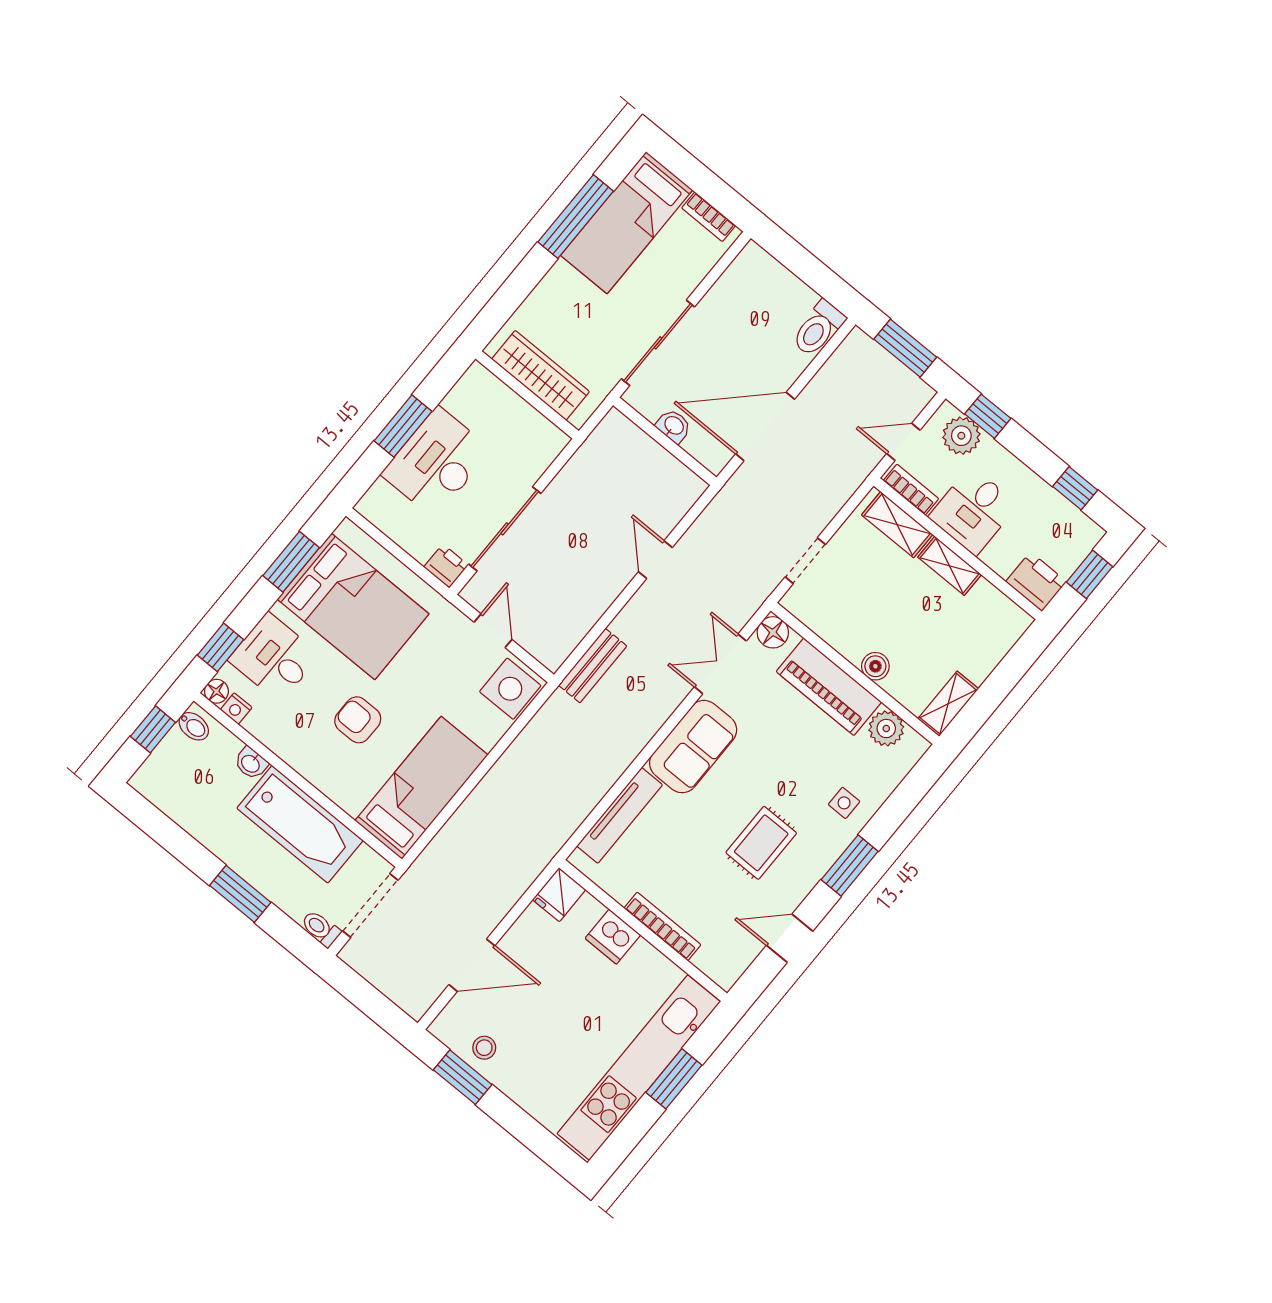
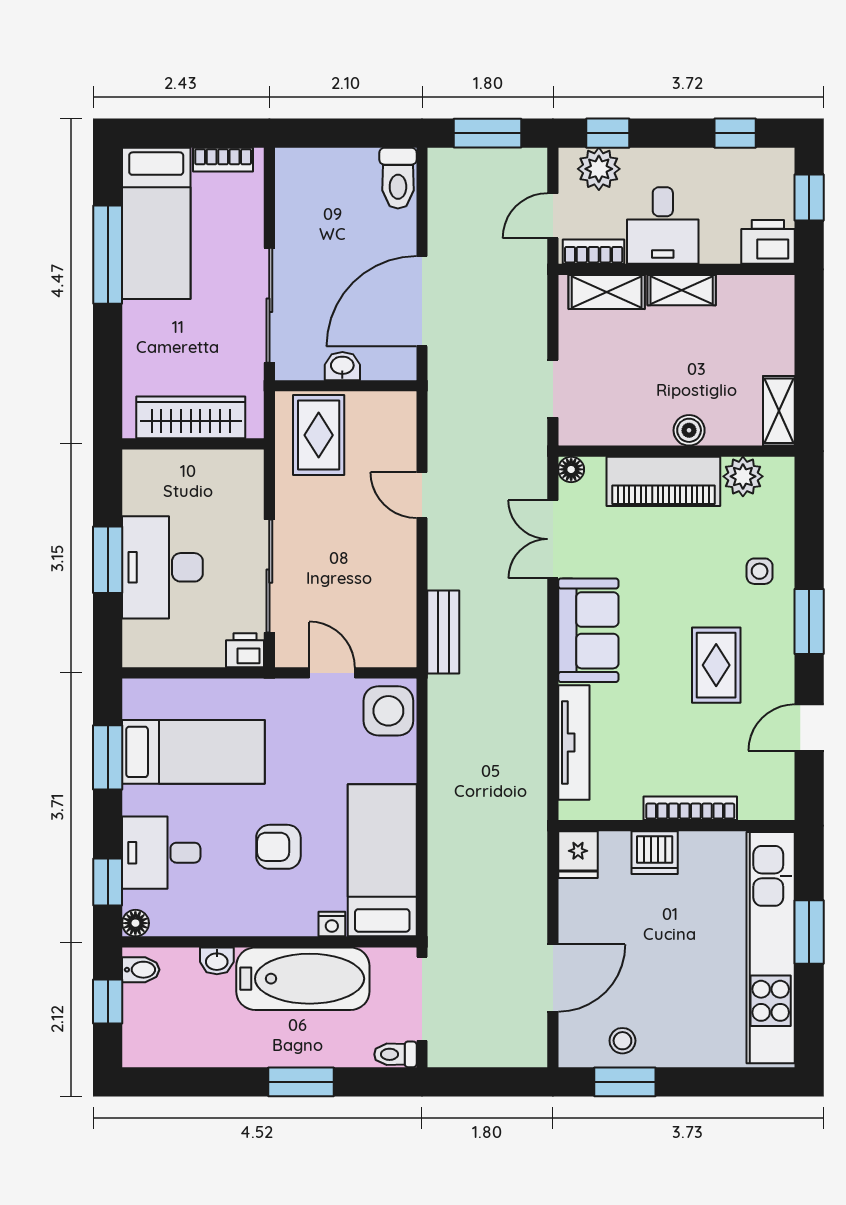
rug: (618, 460) -> (319, 435), added
bed: (353, 607) -> (193, 752), width x0.67
floor lamp: (773, 632) -> (571, 469), width x0.73, depth x0.73
nightstand: (236, 709) -> (332, 924), moved

